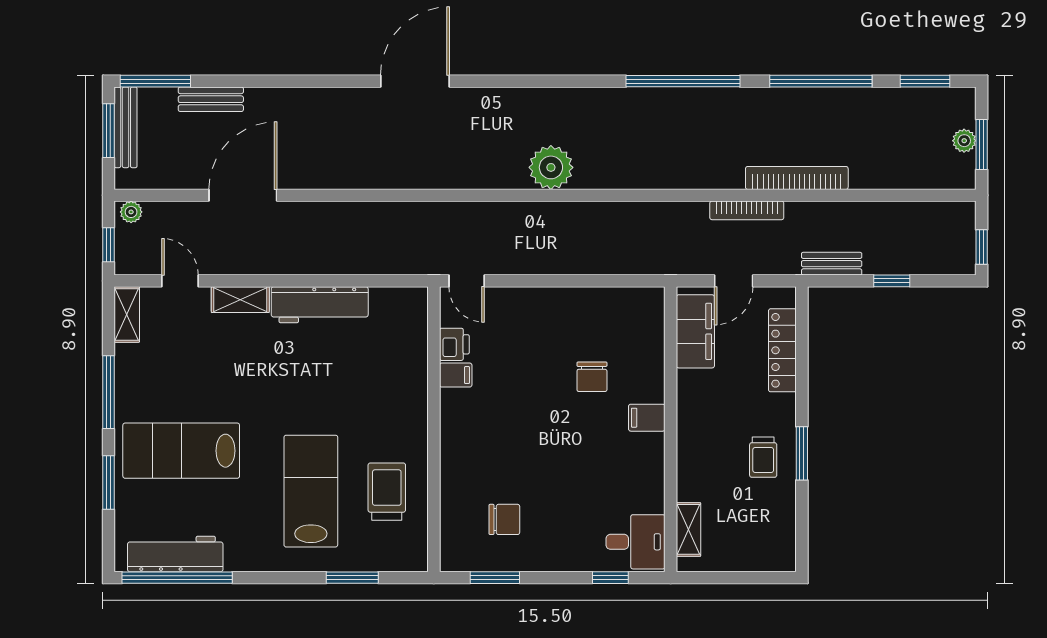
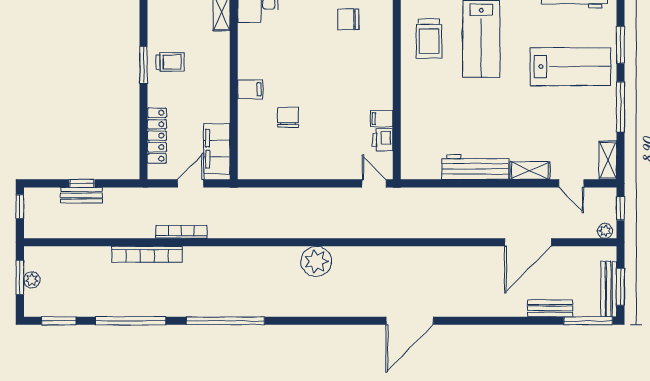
bench: (832, 264) -> (81, 195), moved
trolley: (763, 457) -> (170, 62), turned 90

